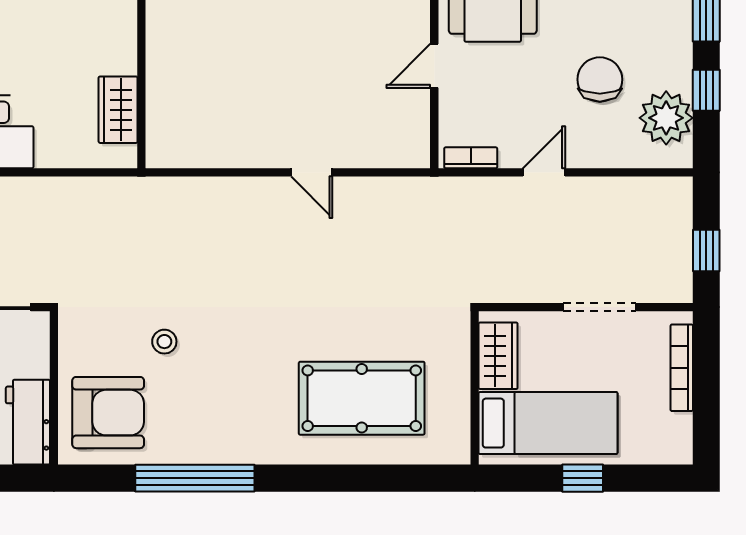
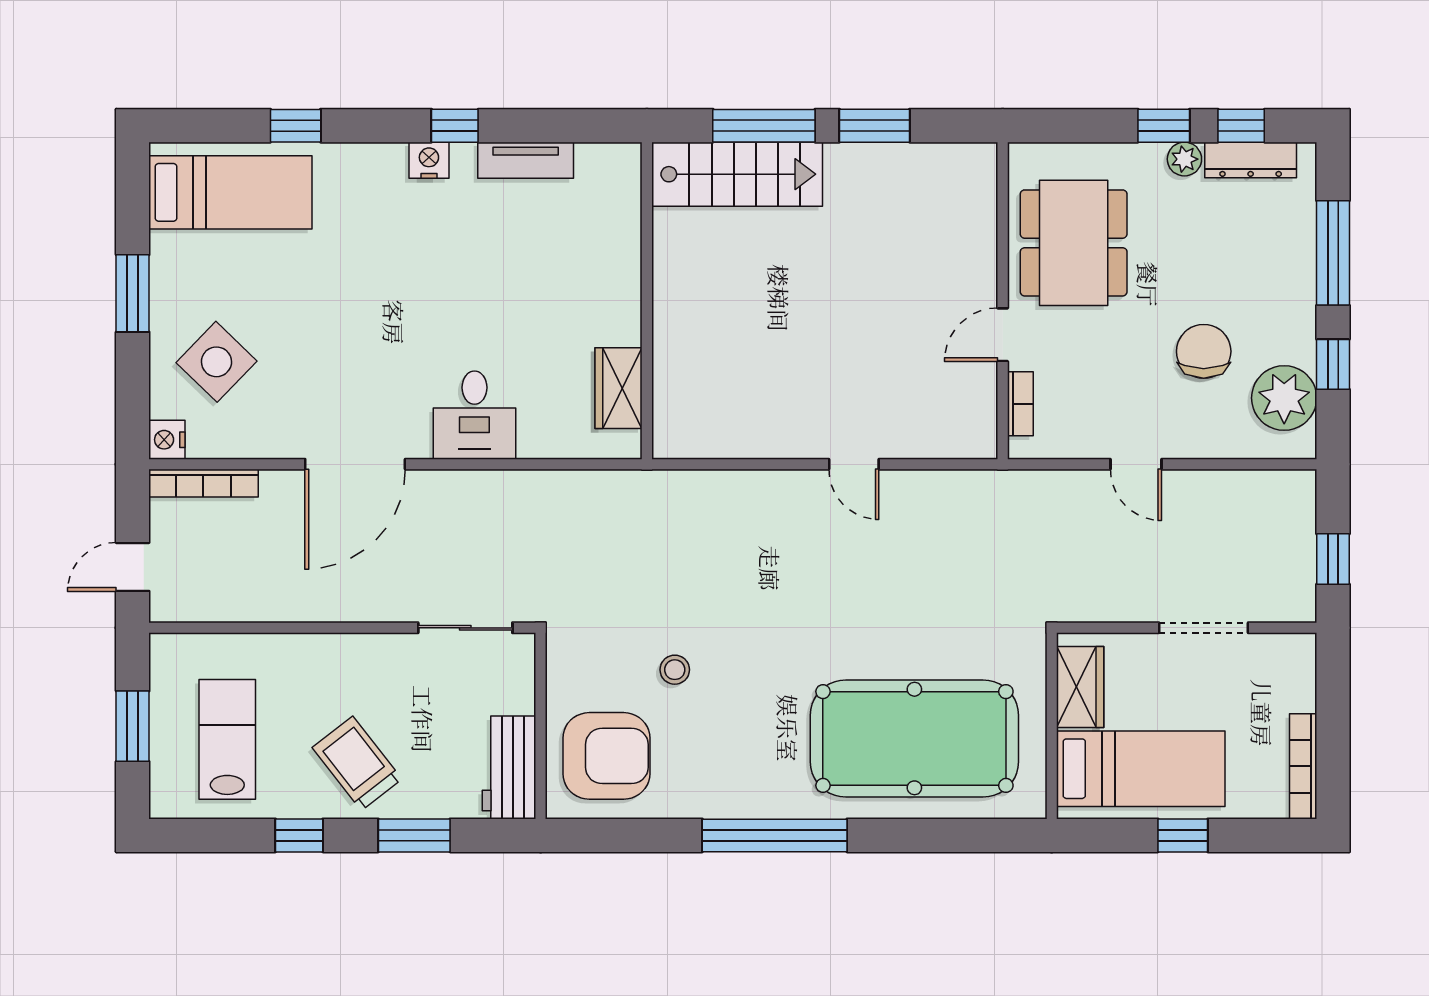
bookcase: (471, 158) -> (1020, 404), moved, turned 90
door: (544, 172) -> (1136, 464), swing flipped
bookcase: (682, 368) -> (1303, 766), moved
pool table: (362, 398) -> (914, 739), width x1.36, depth x1.32
window: (195, 478) -> (775, 835), moved

